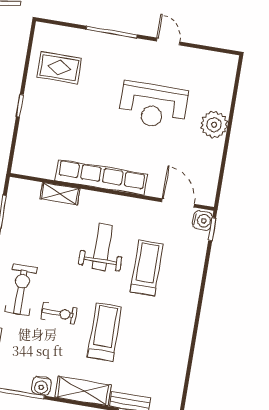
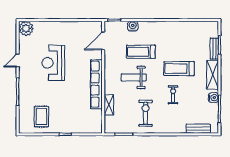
reception desk: (153, 106) -> (53, 63), turned 180
plant: (214, 125) -> (26, 28), moved
water cooler: (202, 220) -> (133, 26), moved
exercise bike: (21, 290) -> (146, 113), moved, turned 90

